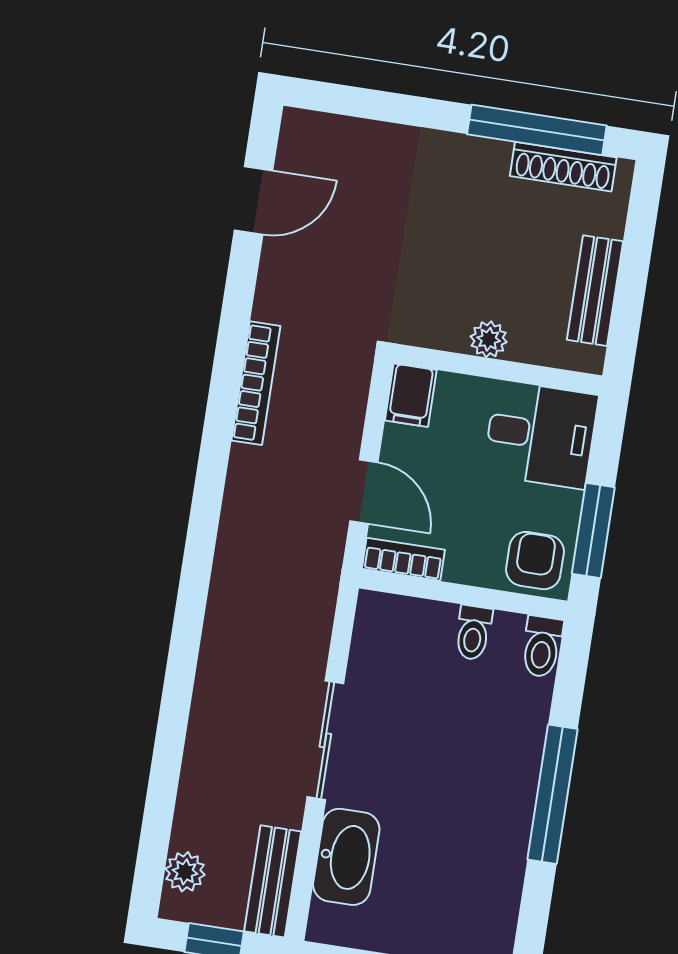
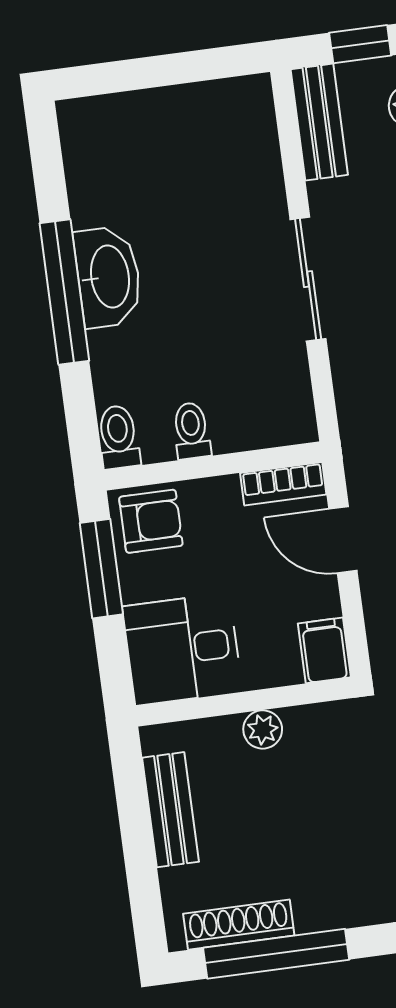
armchair: (535, 561) -> (151, 521), turned -90
washbasin: (346, 857) -> (108, 277), moved, turned 180

